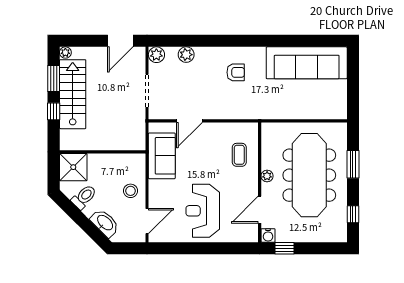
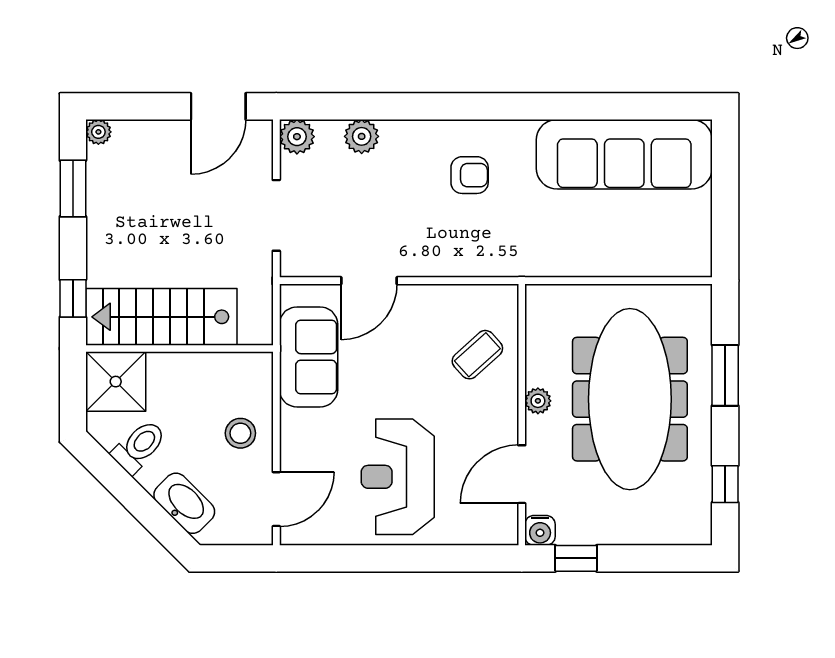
stairs: (73, 94) -> (161, 317), moved, turned -90
window: (54, 111) -> (73, 298), moved
coffee table: (239, 155) -> (477, 355), turned 48

